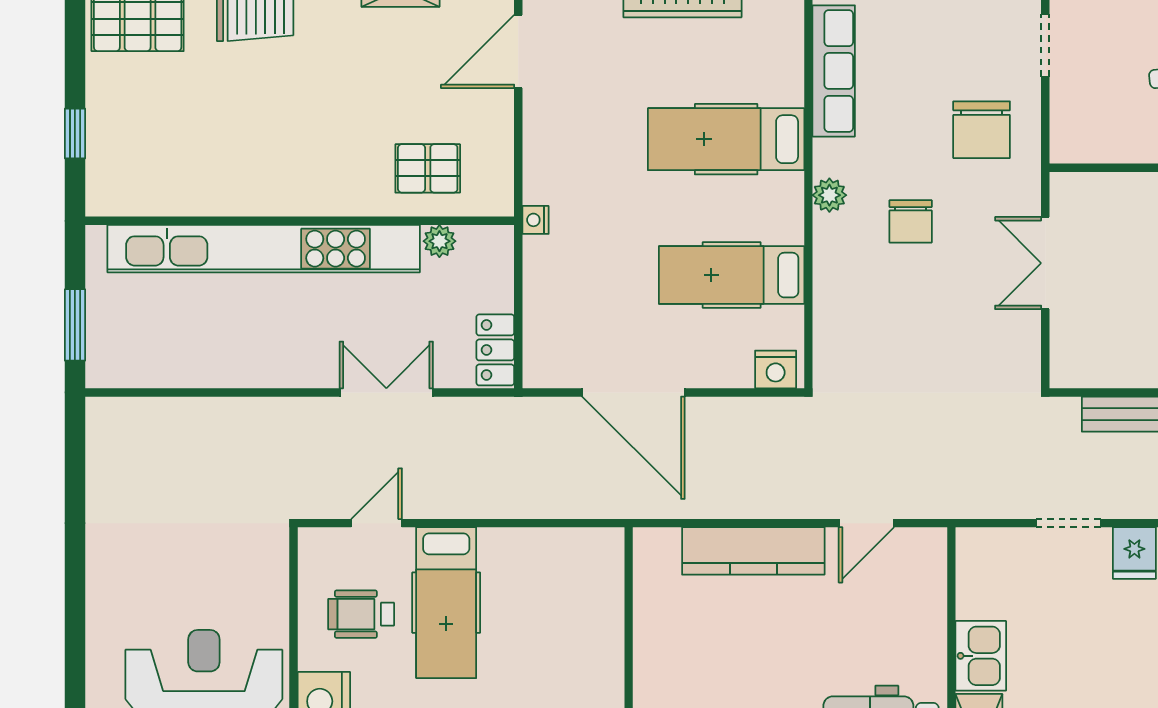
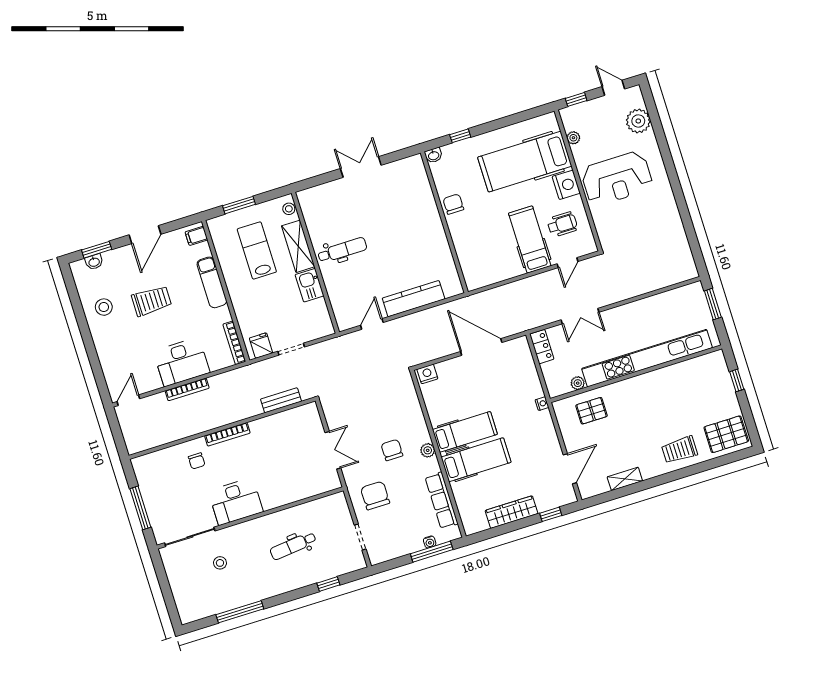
hospital bed: (732, 275) -> (465, 432), moved

